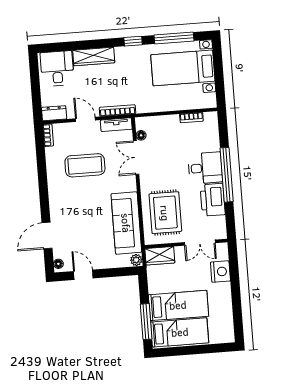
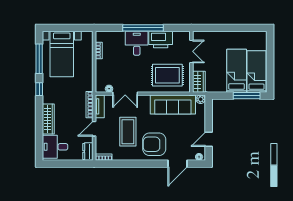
armchair: (71, 202) -> (154, 144), added
door: (47, 236) -> (178, 164), hinge flipped
nightstand: (220, 272) -> (214, 38), removed

